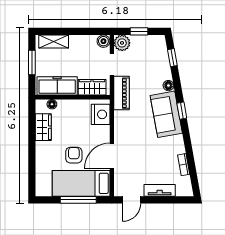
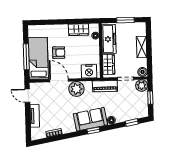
shelving: (54, 41) -> (142, 47), moved
plant: (124, 132) -> (76, 89), added

